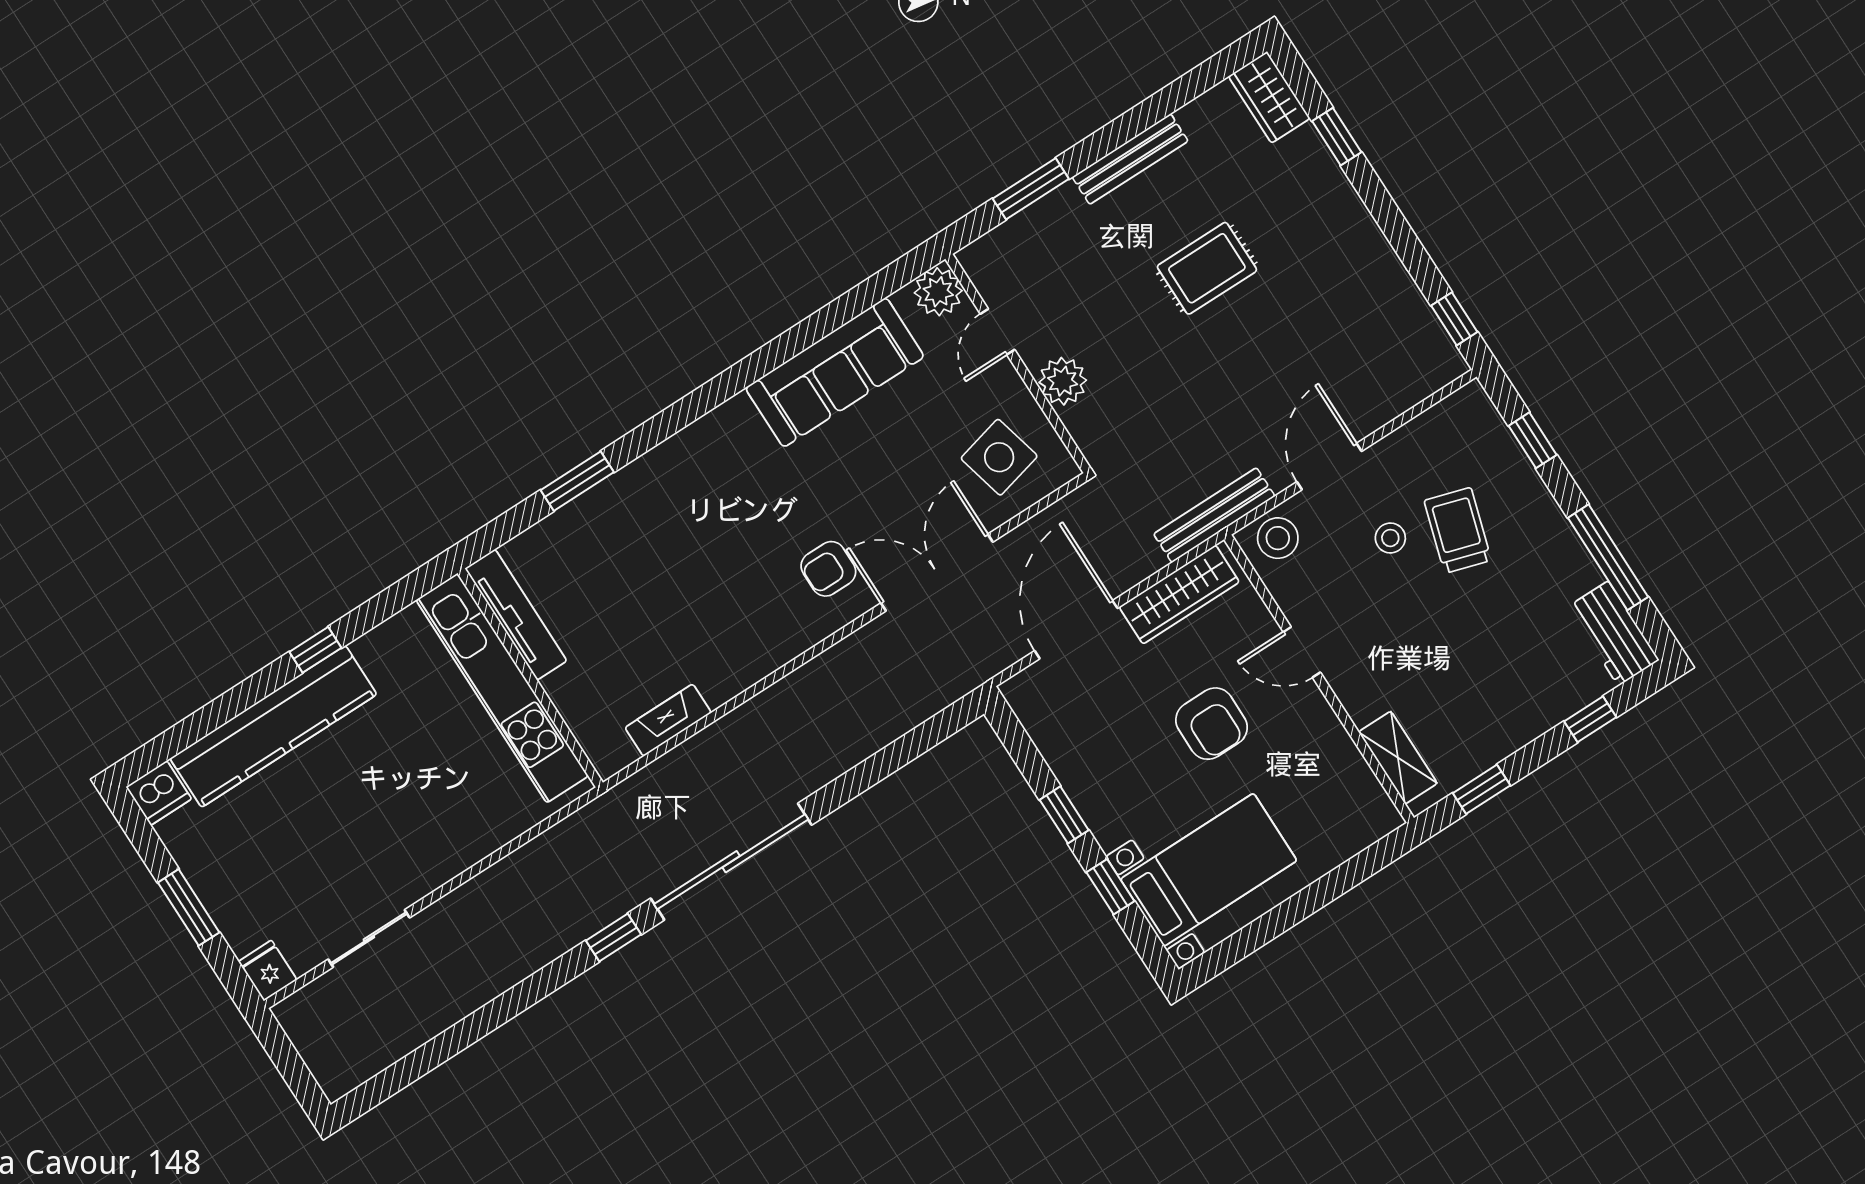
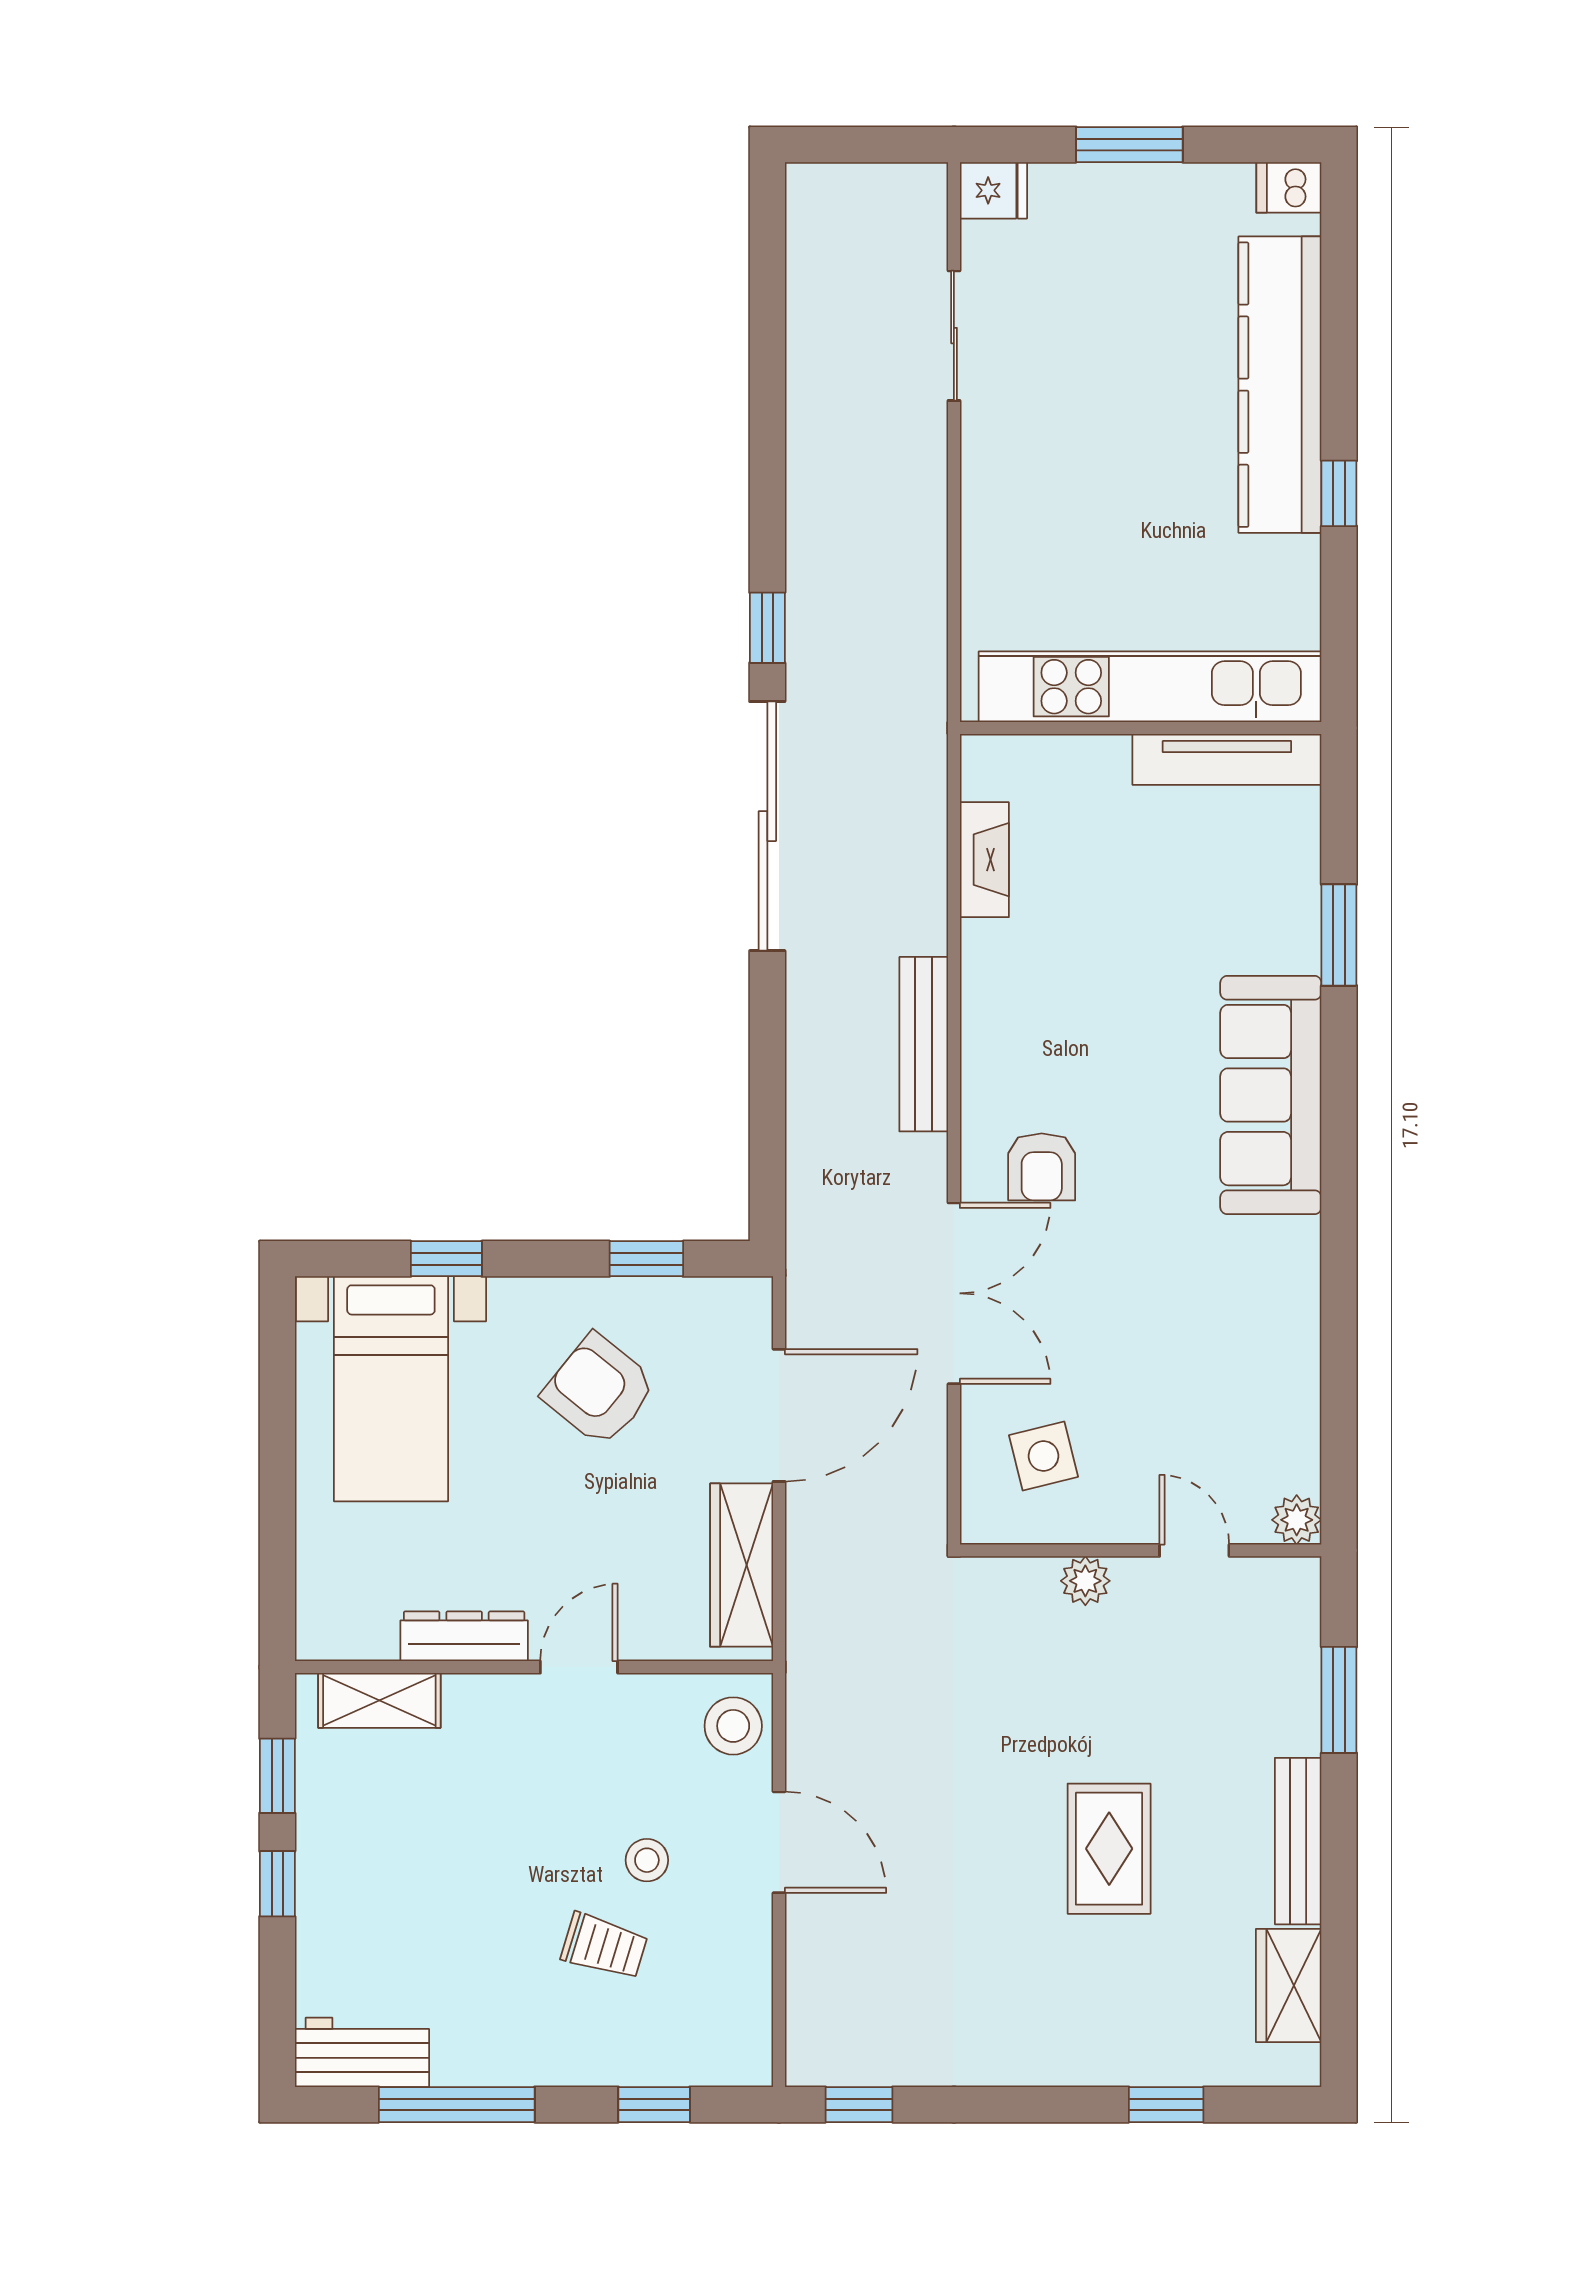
wardrobe: (1269, 97) -> (1289, 1986), moved, turned -90
plant: (938, 292) -> (1297, 1520), width x0.73, depth x0.73
sofa: (835, 372) -> (1271, 1095), moved
plant: (1063, 381) -> (1085, 1581), width x0.73, depth x0.73
side table: (999, 457) -> (1043, 1456), width x0.73, depth x0.73
bench: (1214, 515) -> (924, 1044), moved
trolley: (1458, 530) -> (604, 1946), width x0.73, depth x0.72
armchair: (828, 569) -> (1042, 1167), turned 180
door: (1076, 630) -> (779, 1415), hinge flipped
window: (1590, 719) -> (277, 1884), moved
armchair: (1212, 724) -> (599, 1390), moved, turned 39
dresser: (1327, 732) -> (464, 1636), added
dishwasher: (159, 793) -> (1289, 187), width x0.73
window: (1064, 815) -> (646, 1259), moved

